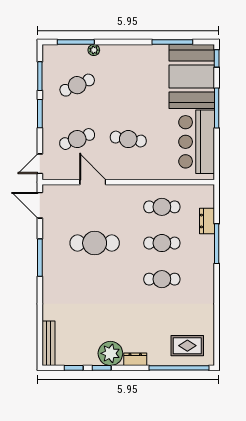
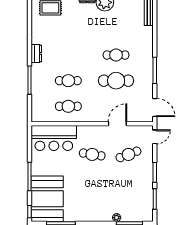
cafe table: (77, 85) -> (128, 193), removed
bar counter: (197, 142) -> (54, 138), moved, turned 90
door: (93, 182) -> (117, 124), swing flipped
dresser: (207, 221) -> (36, 53), moved
cafe table: (162, 279) -> (116, 55), moved

